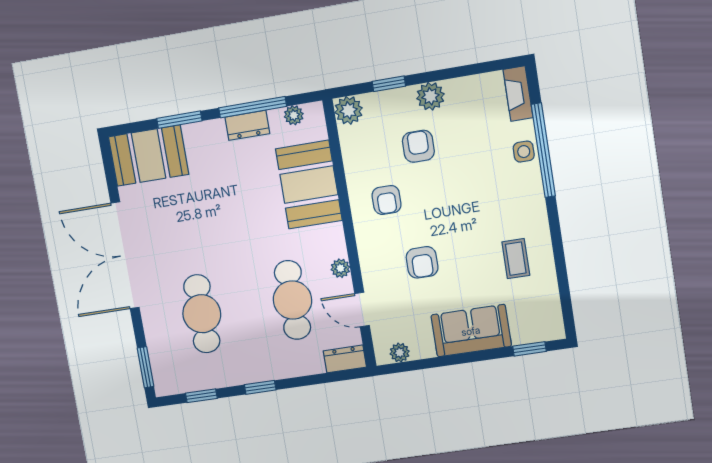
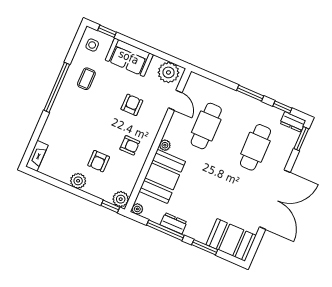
window: (389, 84) -> (110, 206), moved
plant: (294, 115) -> (137, 209), moved
window: (543, 150) -> (57, 87), moved
side table: (524, 152) -> (92, 45), moved
armchair: (387, 200) -> (130, 145), turned 90
plant: (340, 268) -> (165, 145), moved
plant: (400, 353) -> (168, 72), width x1.87, depth x1.87
dresser: (345, 359) -> (293, 122), moved
window: (260, 387) -> (250, 93), width x1.50

